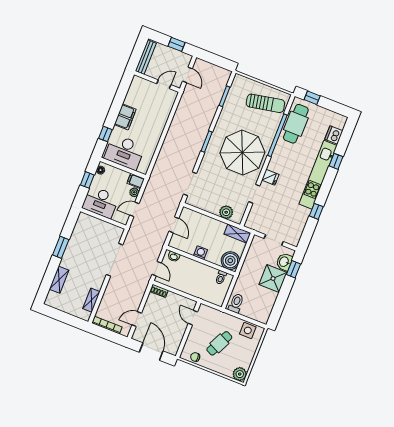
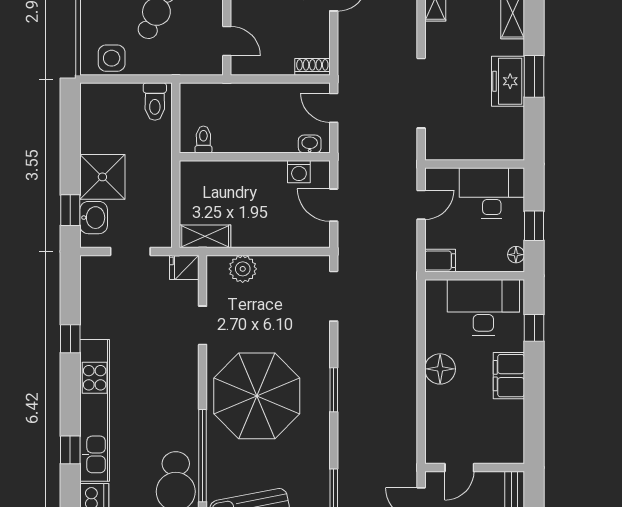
floor lamp: (155, 132) -> (440, 369), added
fridge: (270, 177) -> (184, 267), moved
plant: (134, 192) -> (434, 238), removed
freezer: (73, 250) -> (508, 81), added
washing machine: (201, 253) -> (299, 172), moved
boiler: (230, 261) -> (198, 179), removed

